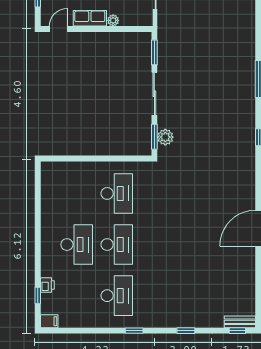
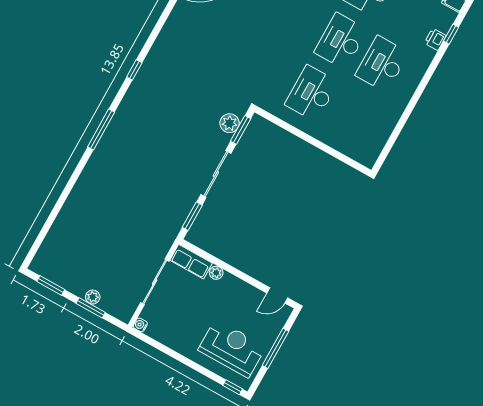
row of seats: (90, 18) -> (191, 262), moved

